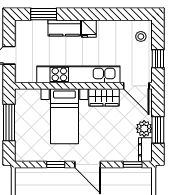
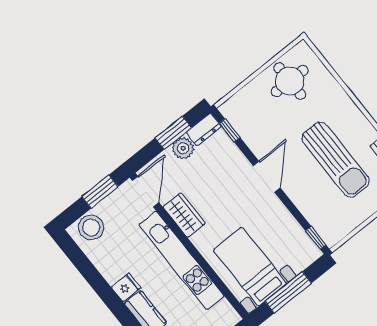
stool: (141, 36) -> (91, 227), width x1.89, depth x1.89
window: (158, 59) -> (100, 192), width x1.50
bed with nightstands: (64, 116) -> (250, 267), moved, turned -90
window: (56, 165) -> (316, 238), moved

